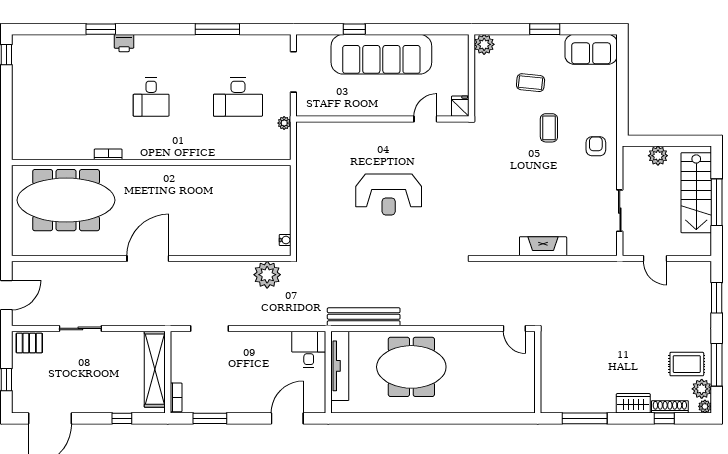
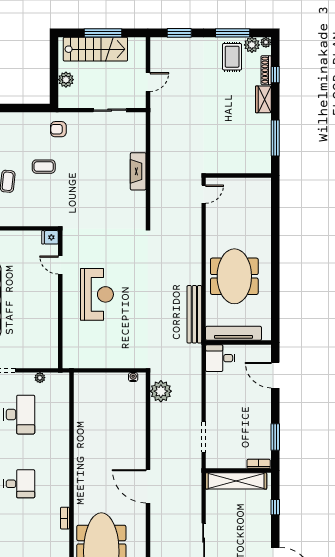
fridge: (460, 106) -> (50, 237), moved
wall: (382, 119) -> (60, 299), moved
door: (425, 119) -> (60, 265), moved

